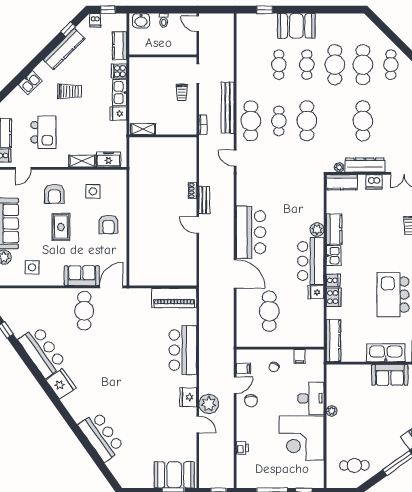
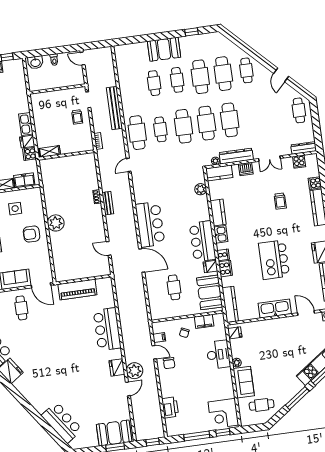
window: (265, 10) -> (191, 32), moved
kitchen counter: (120, 46) -> (21, 85), removed
cooker: (119, 71) -> (30, 154), moved
bench: (228, 108) -> (114, 108), moved
cafe table: (335, 121) -> (207, 123), added
door: (235, 158) -> (129, 165), hinge flipped
plant: (139, 215) -> (56, 223), added
armchair: (108, 224) -> (32, 234), turned 90
door: (198, 225) -> (109, 248), moved
plant: (317, 230) -> (201, 189), moved
door: (111, 287) -> (41, 285), swing flipped
piano: (174, 298) -> (77, 290), moved
cafe table: (84, 311) -> (21, 308), width x0.73, depth x0.74
cafe table: (269, 311) -> (174, 287), width x0.73, depth x0.74
booth: (311, 323) -> (210, 292), added
filing cabinet: (300, 357) -> (204, 321), width x2.00
fridge: (334, 375) -> (235, 333), added
sofa: (390, 375) -> (244, 382), moved, turned -90
door: (235, 385) -> (154, 352), hinge flipped
door: (198, 425) -> (128, 389), hinge flipped
bar counter: (101, 436) -> (62, 423), moved
corner desk: (302, 438) -> (223, 414), moved, width x0.74, depth x0.74
printer: (242, 448) -> (170, 407), width x1.87, depth x1.48

